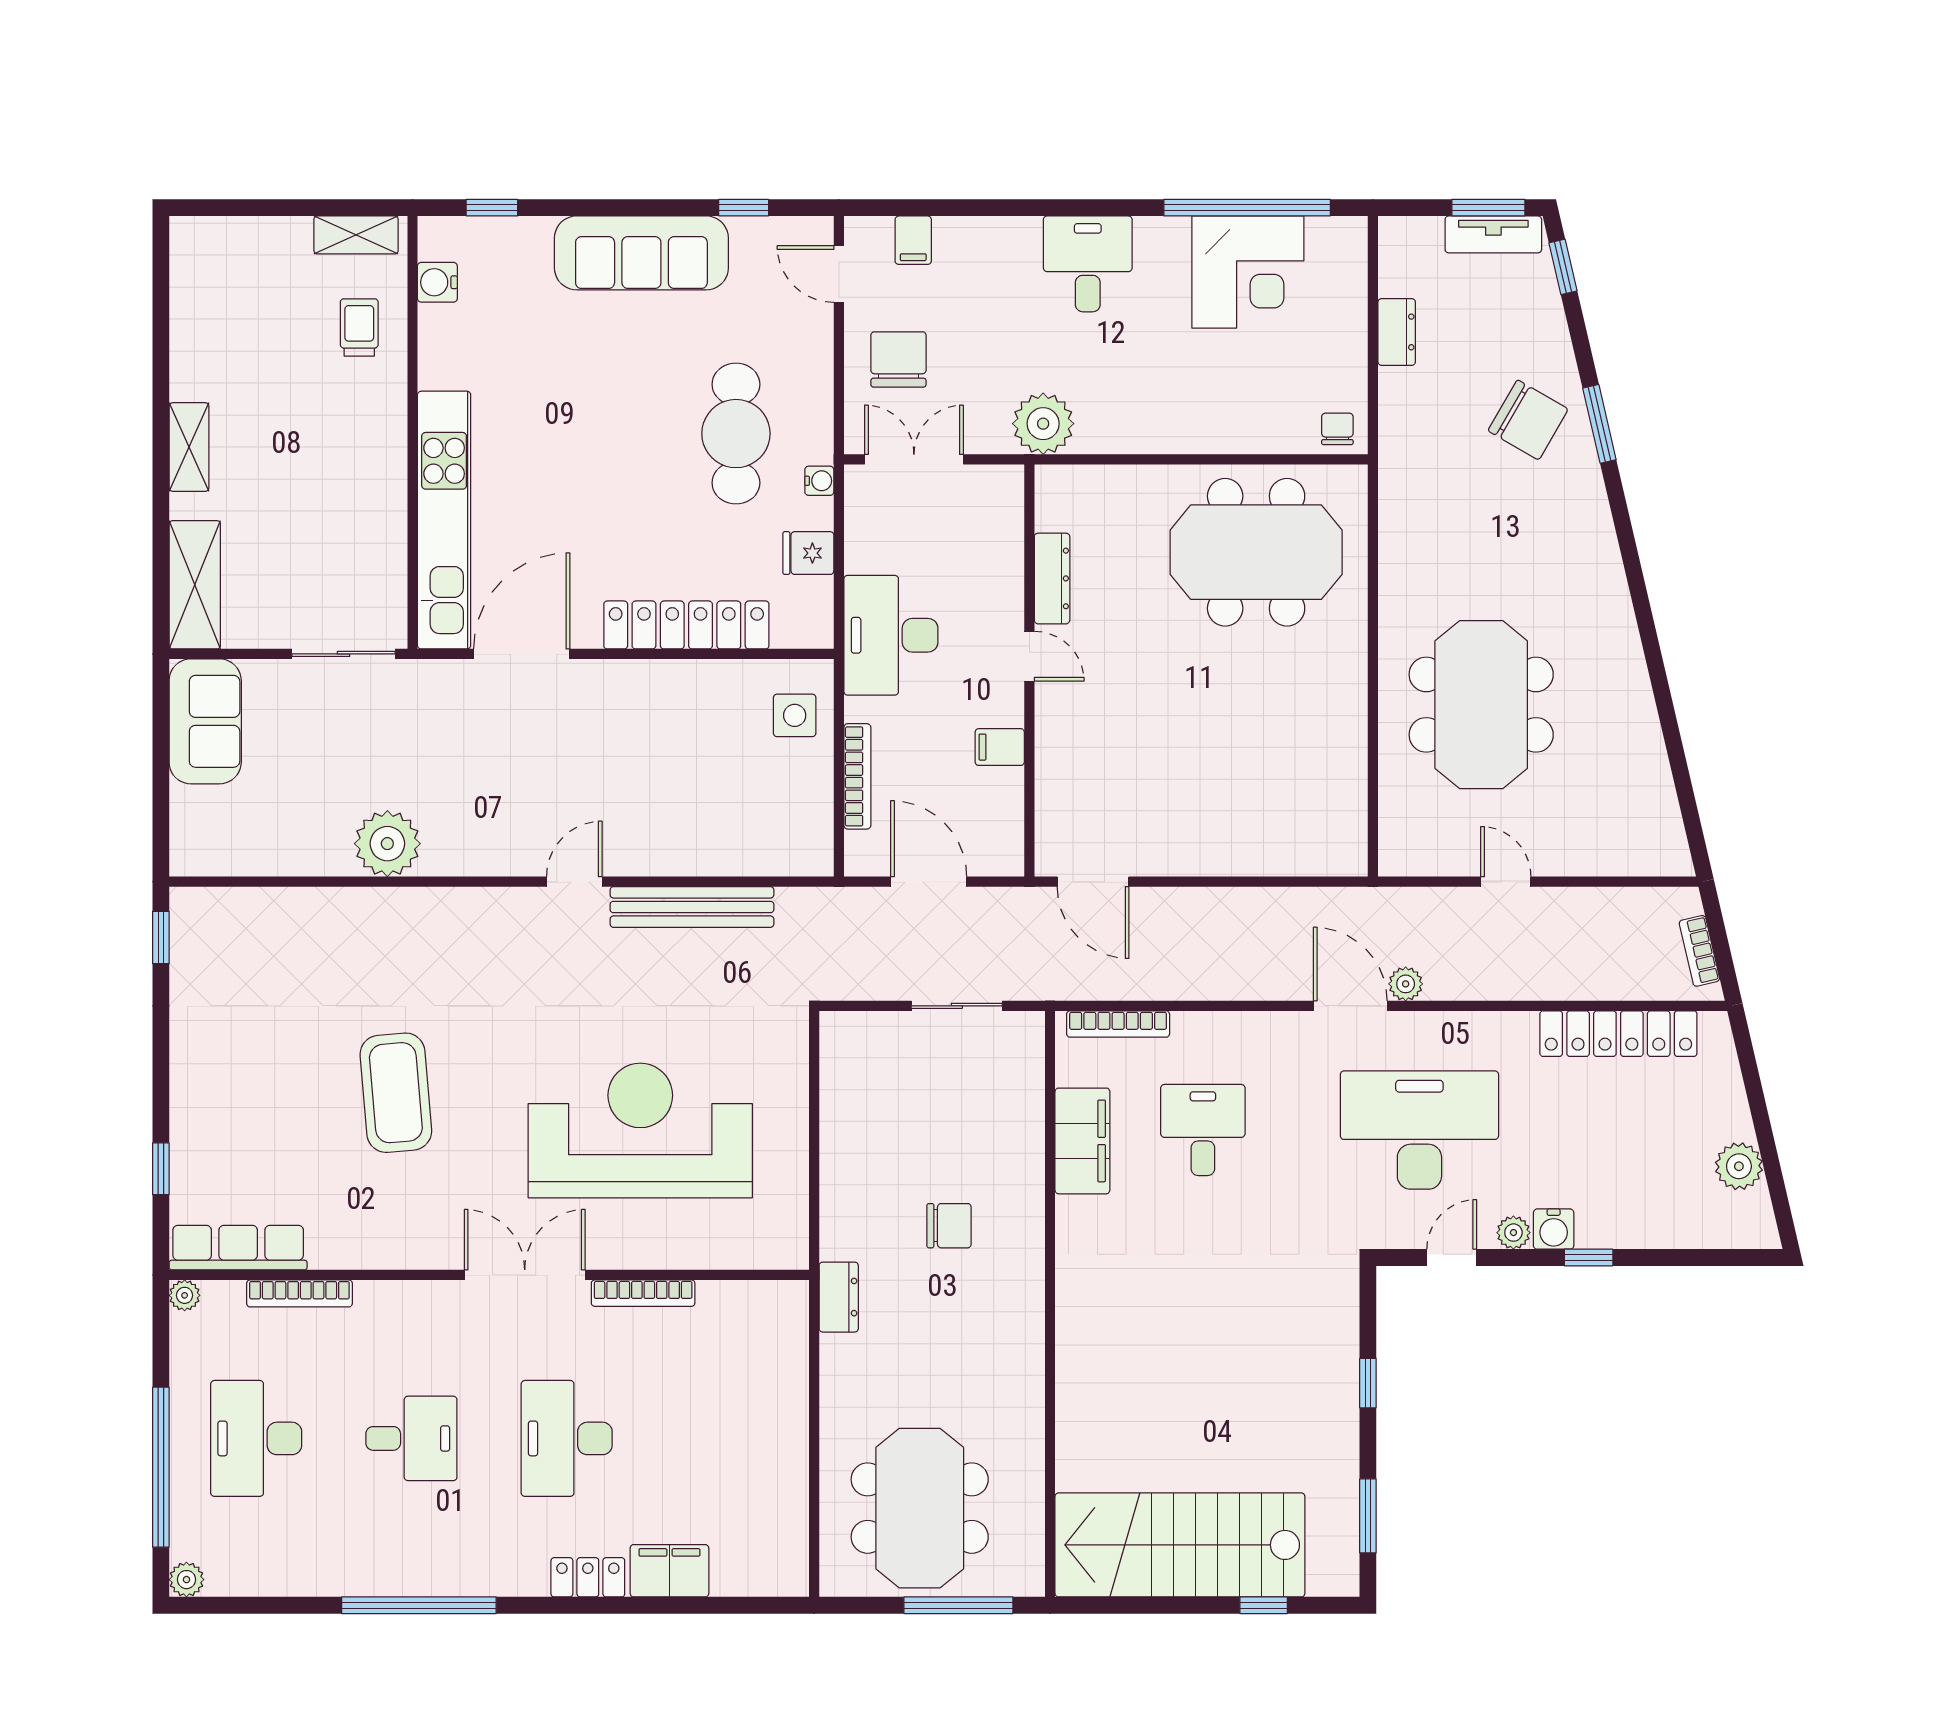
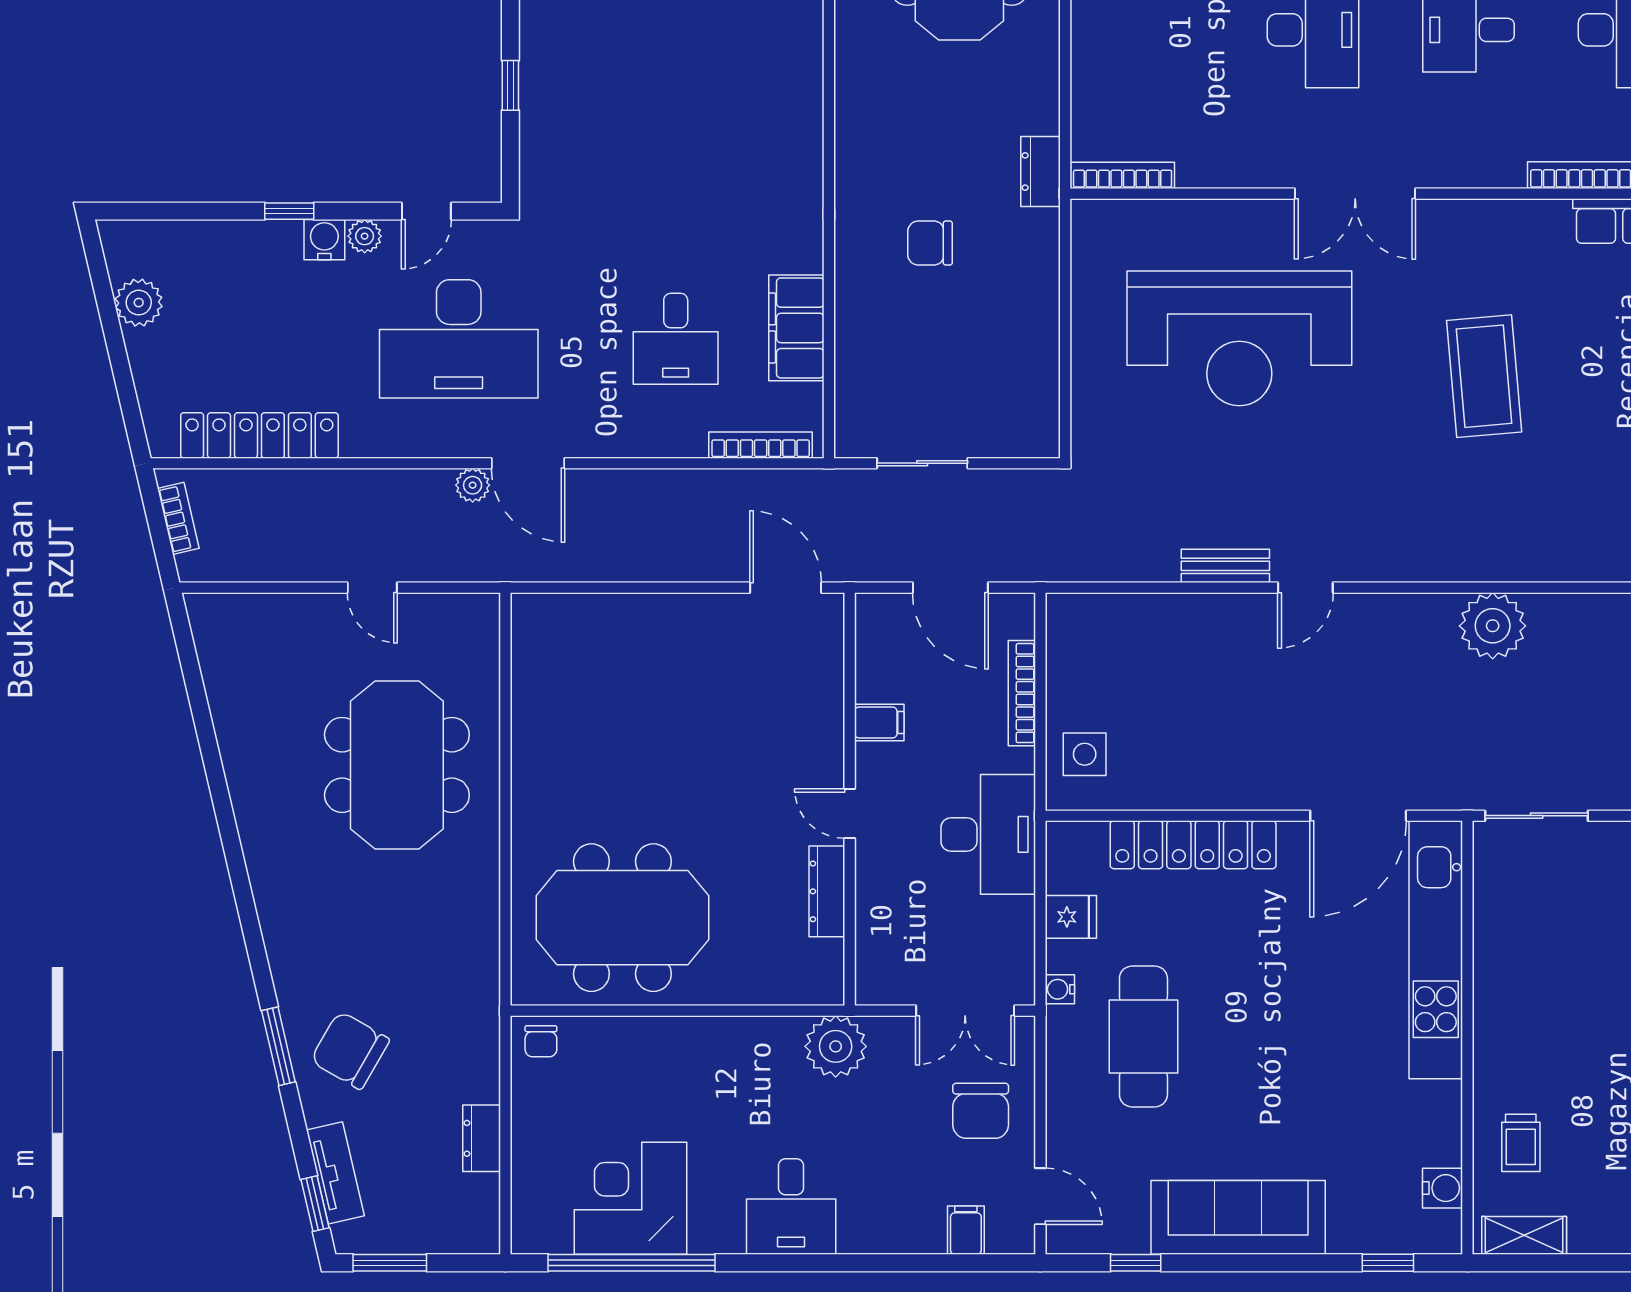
tv unit: (1493, 234) -> (335, 1173), moved, turned 77
bench: (692, 907) -> (1225, 566), width x0.54, depth x0.82
bookcase: (643, 1293) -> (1123, 175), moved

